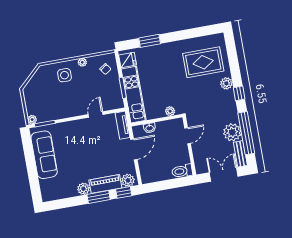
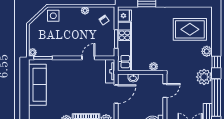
side table: (64, 75) -> (53, 16), moved
plant: (232, 132) -> (204, 77), moved

